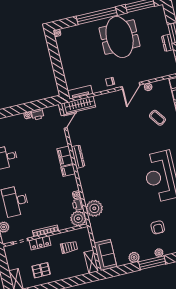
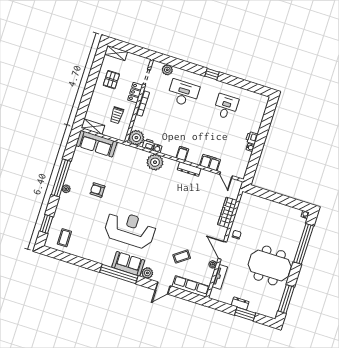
window: (97, 16) -> (304, 244), moved
tv unit: (80, 92) -> (220, 277), moved
wardrobe: (80, 105) -> (227, 213), moved
printer: (37, 114) -> (252, 138), moved
filing cabinet: (65, 156) -> (210, 163), moved
plant: (94, 208) -> (155, 162), moved
armchair: (158, 227) -> (97, 190), moved
sofa: (105, 255) -> (96, 144), width x1.36
plant: (134, 257) -> (75, 165), removed
window: (152, 263) -> (61, 178), width x1.46

